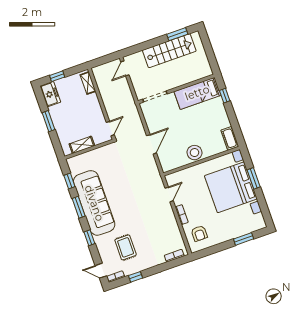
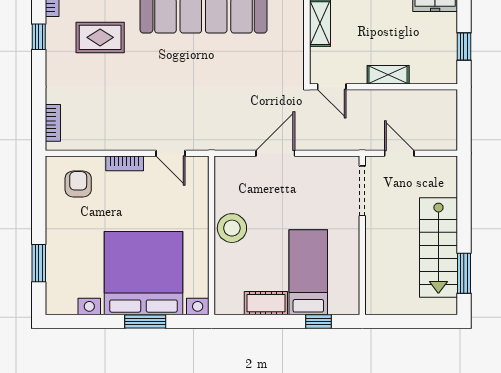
door: (125, 68) -> (399, 153), moved
window: (57, 76) -> (464, 47), moved
shelving: (88, 83) -> (388, 75), moved
bed: (197, 93) -> (308, 272), moved
cot: (230, 138) -> (266, 303), moved
door: (152, 144) -> (275, 153), swing flipped
armchair: (199, 233) -> (78, 184), turned 90

